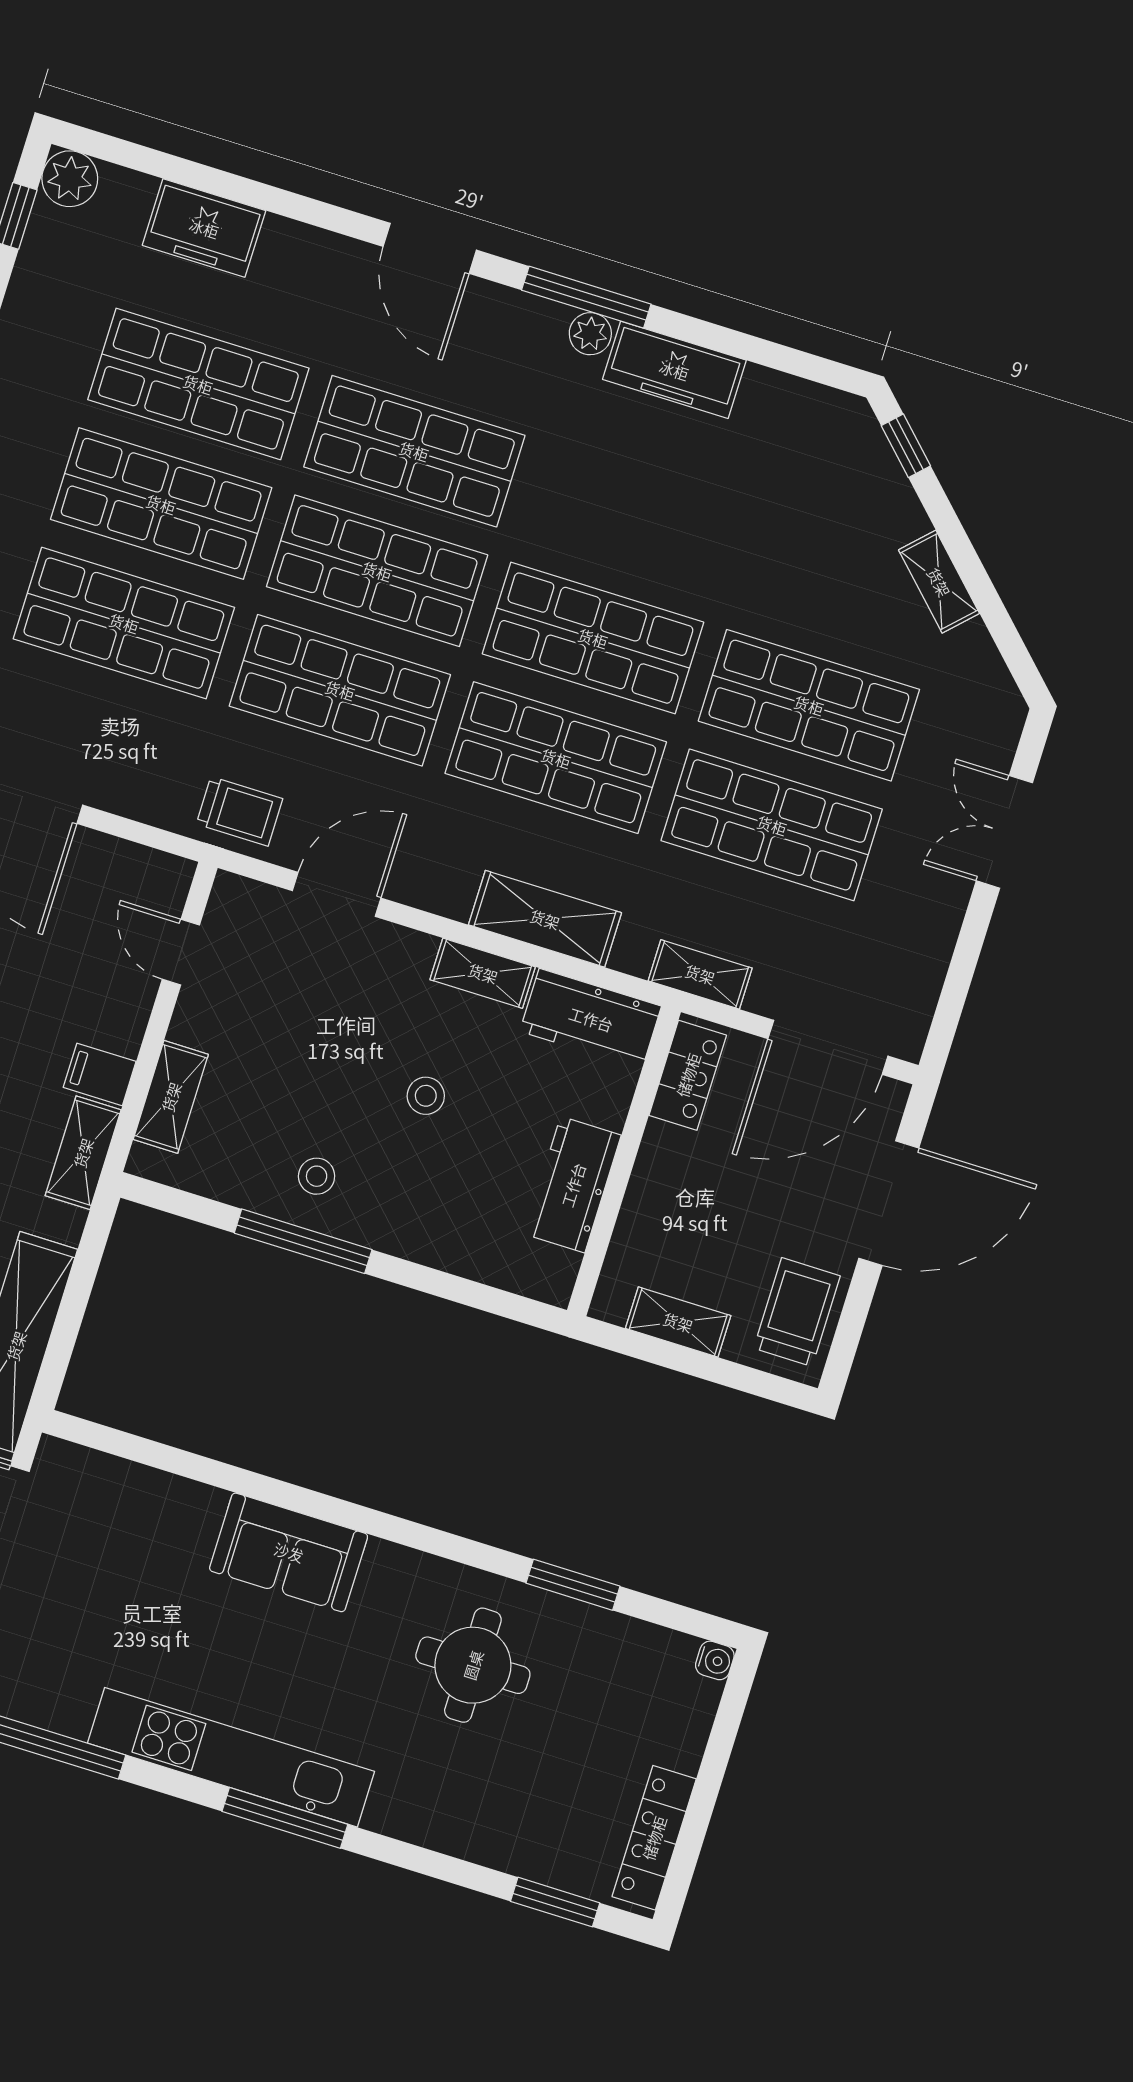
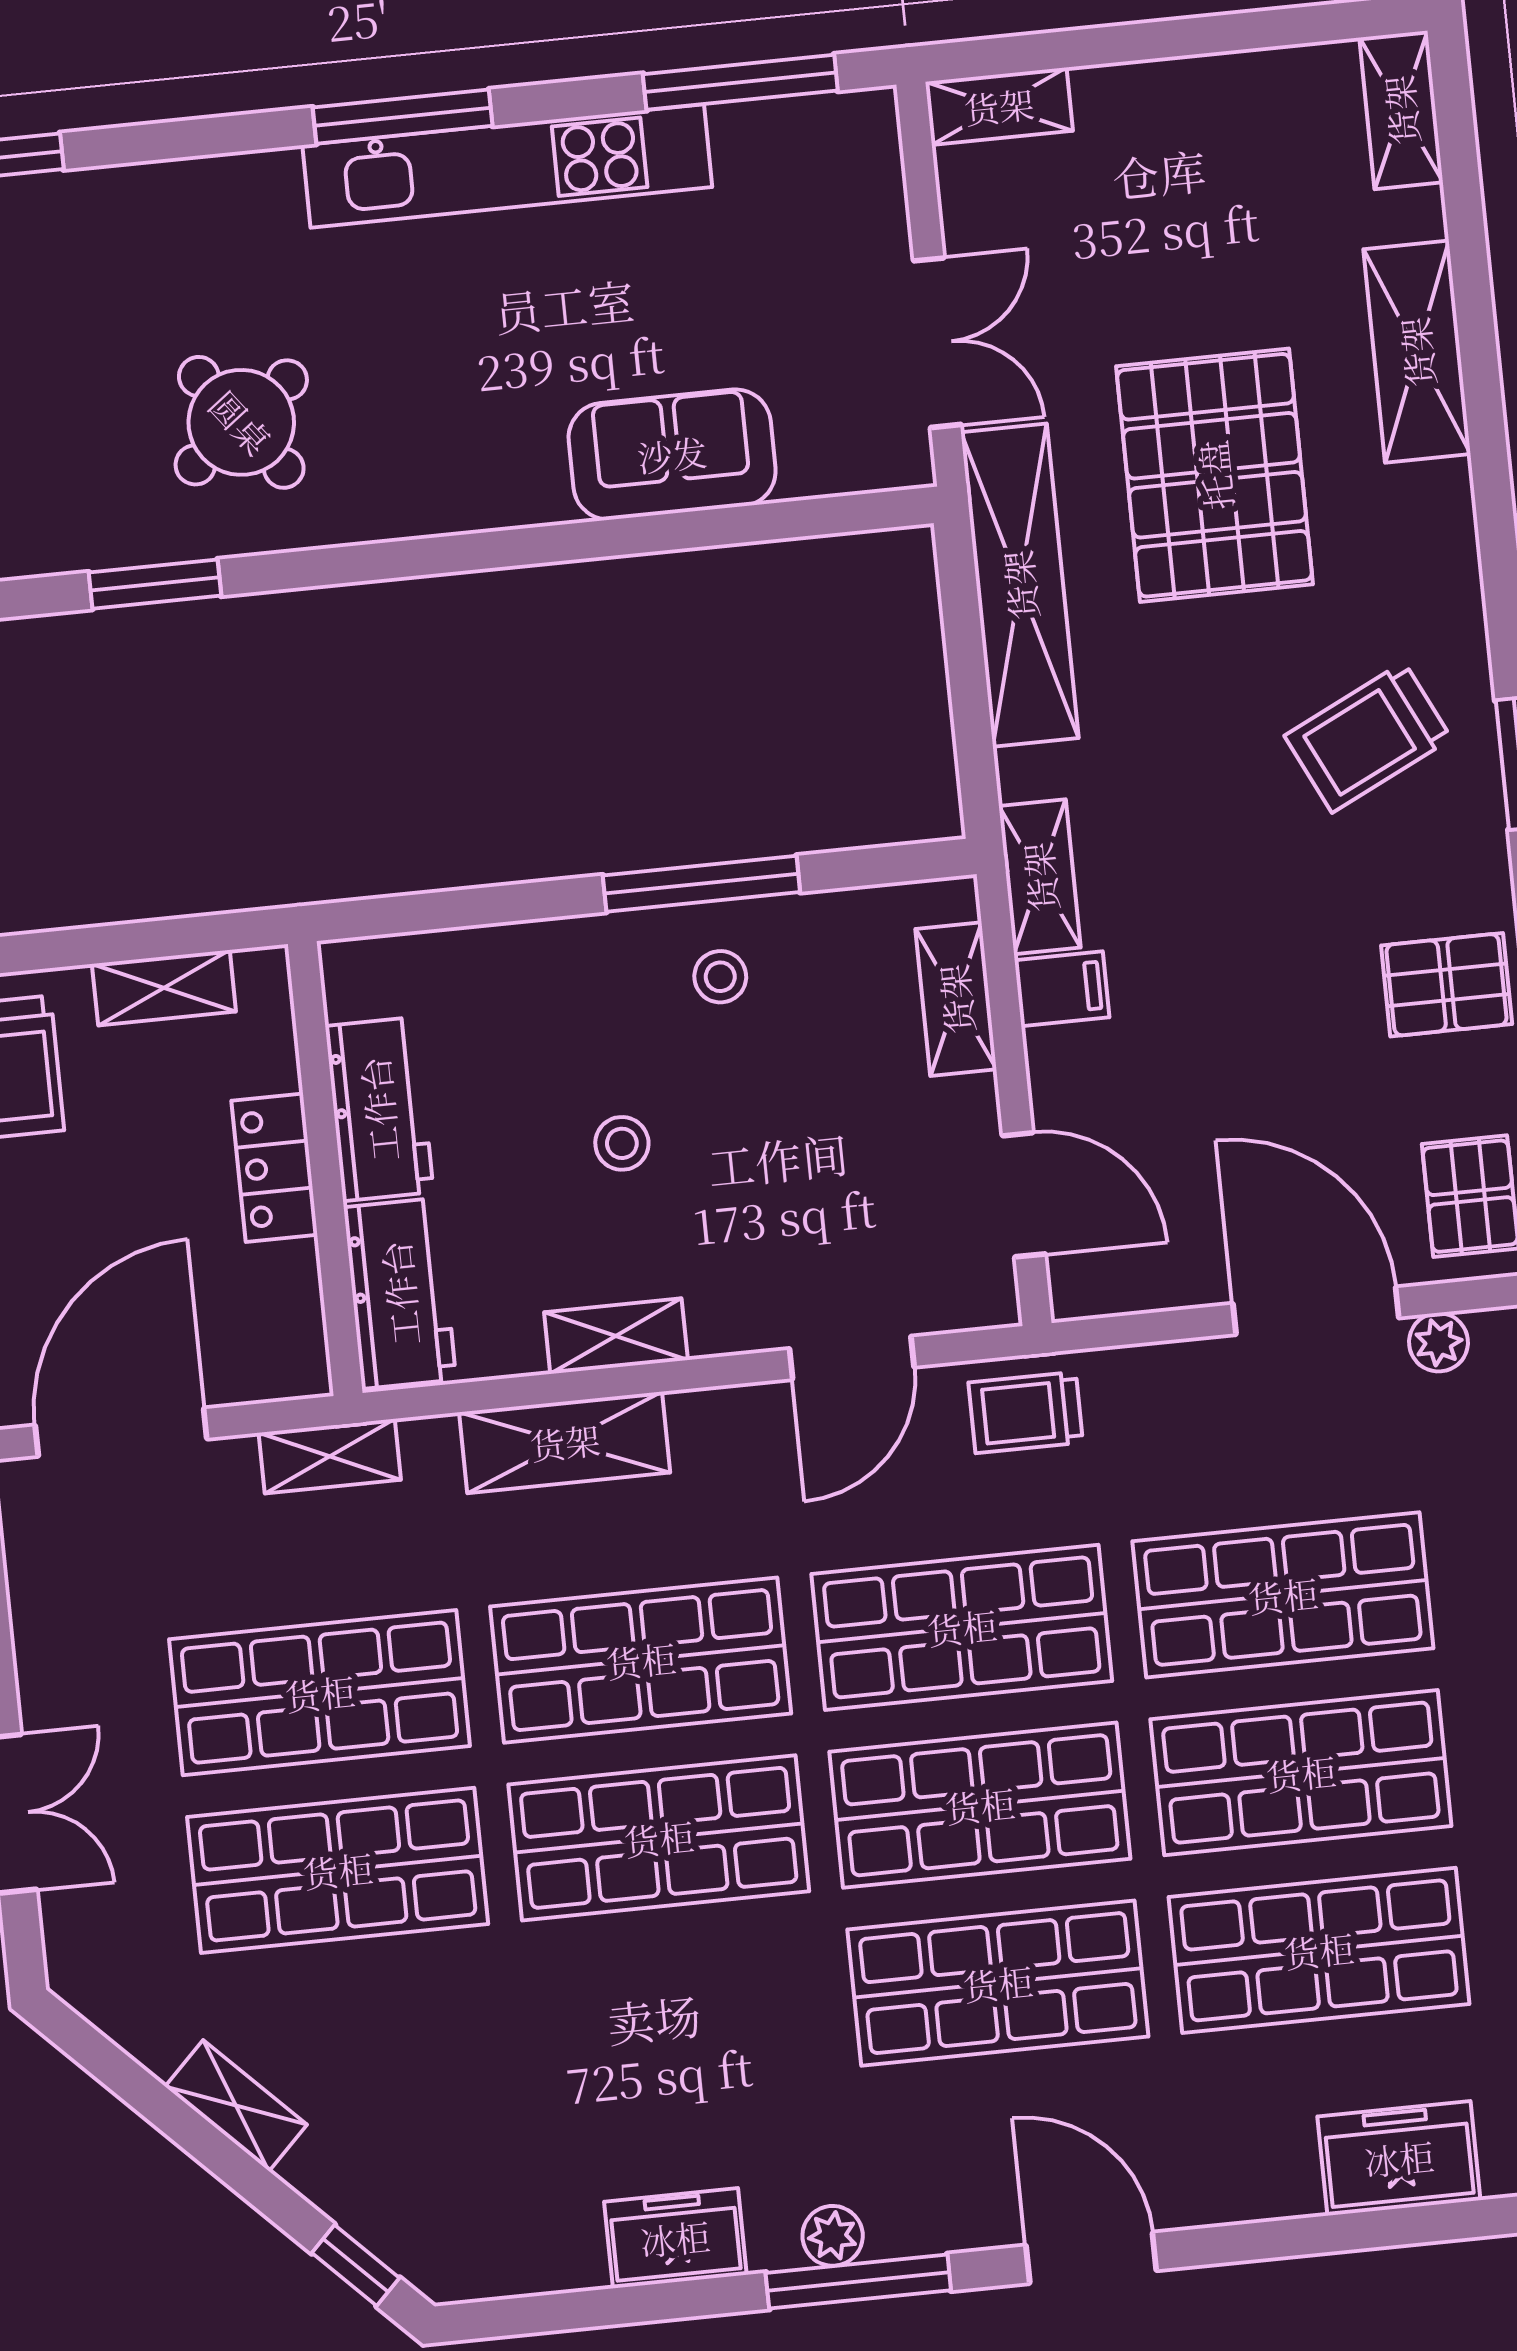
freezer: (674, 370) -> (675, 2238), width x0.71
door: (181, 952) -> (1024, 1195), width x1.37
workbench: (591, 1019) -> (400, 1293), moved, turned 90
locker: (688, 1075) -> (274, 1168), moved
sofa: (289, 1552) -> (672, 454), moved
round table: (473, 1665) -> (241, 422), turned -37

